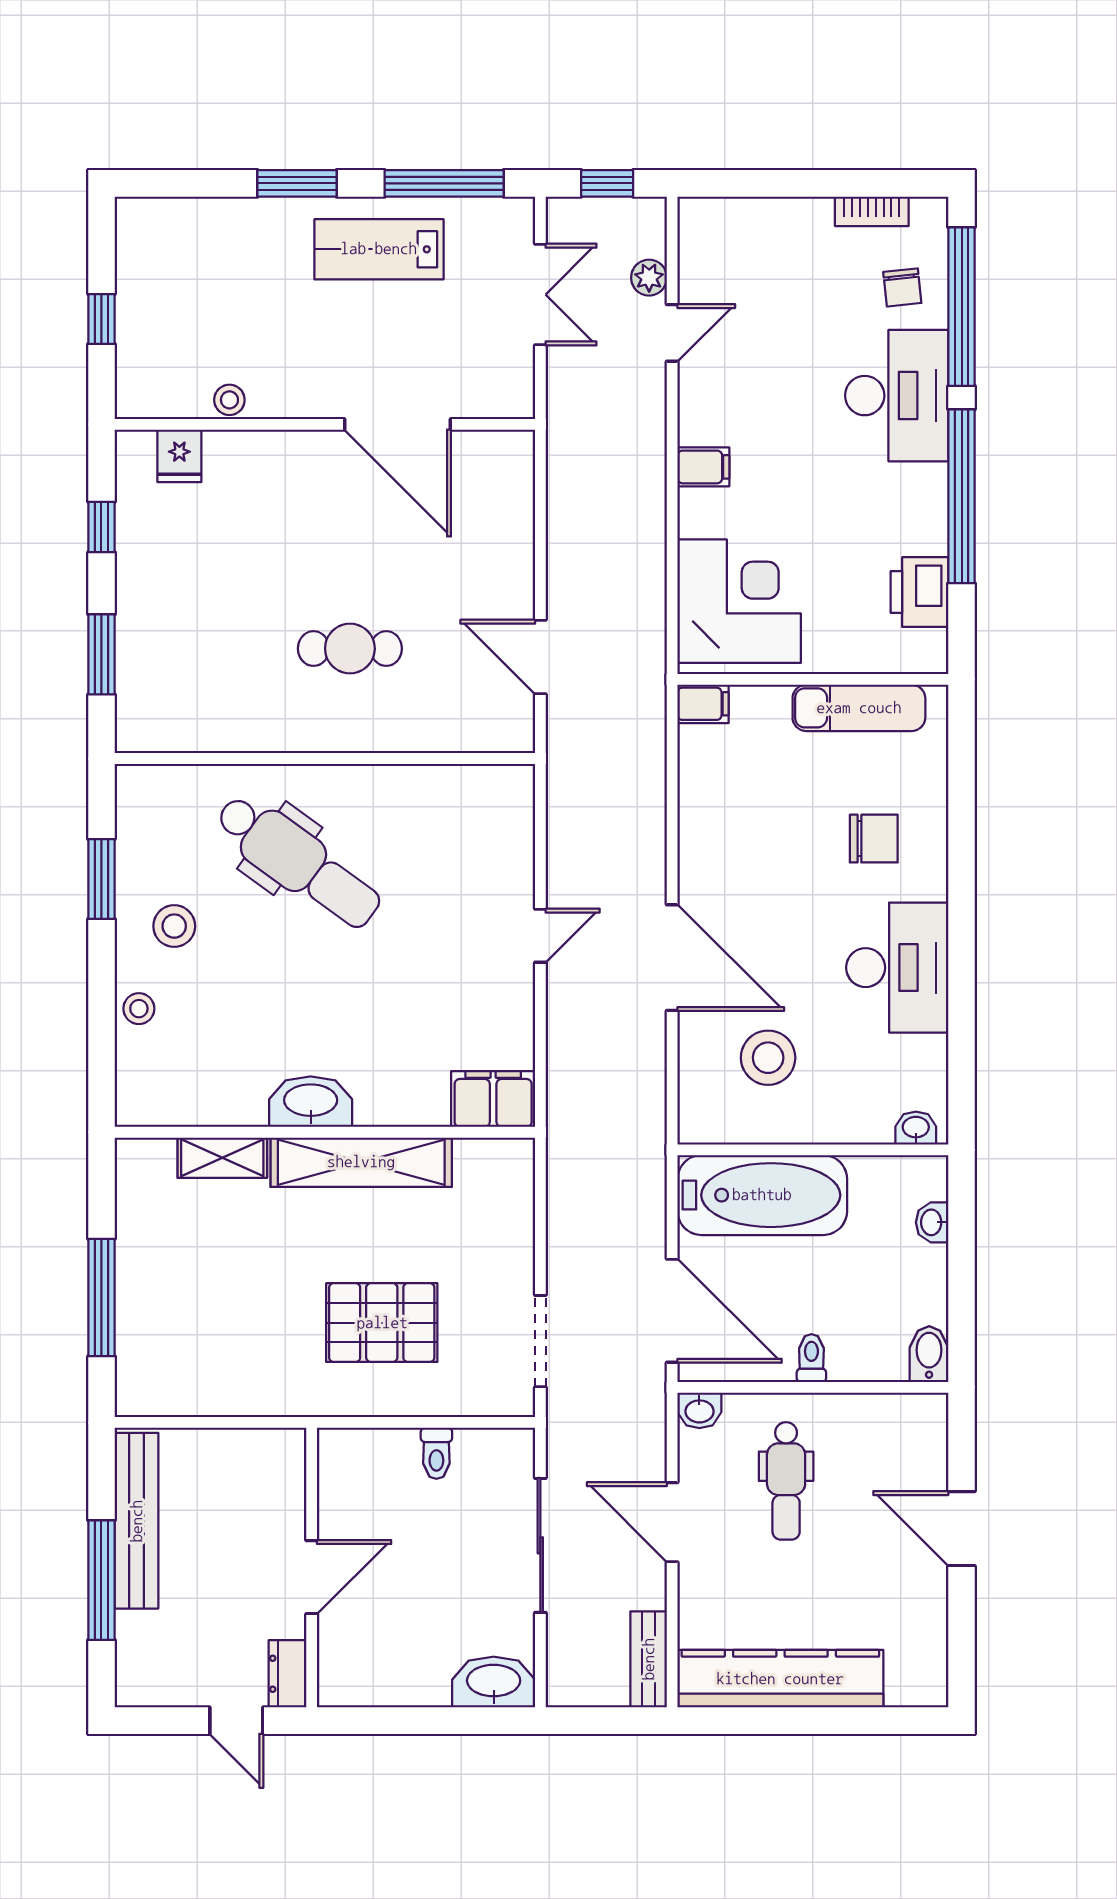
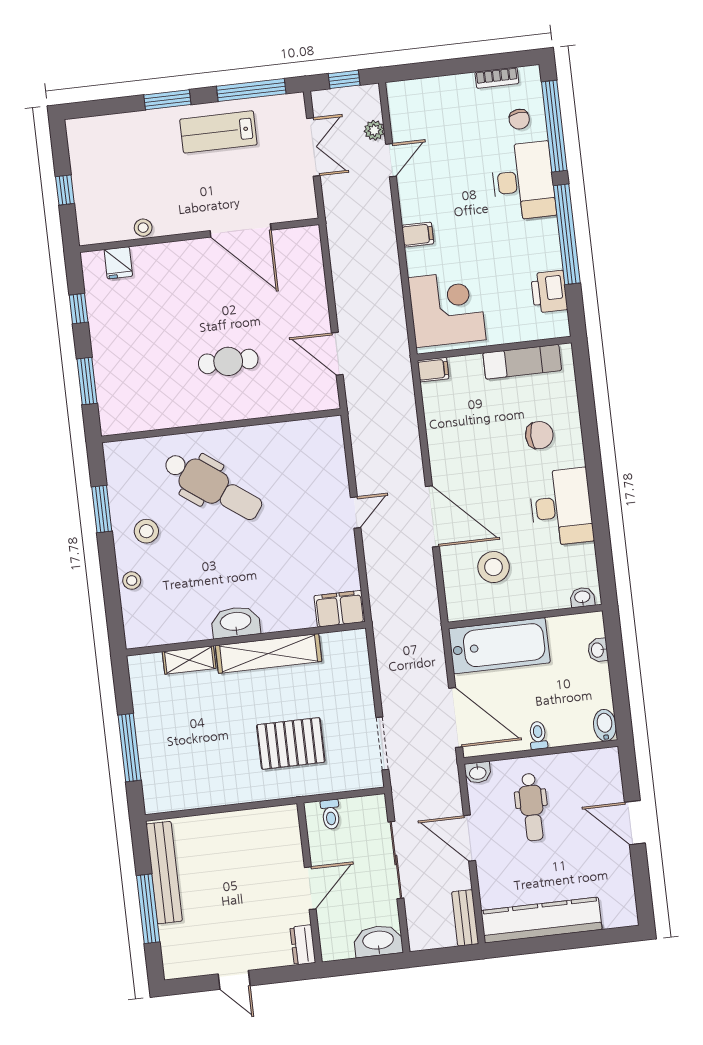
wall: (312, 1568) -> (310, 883), moved
door: (312, 1577) -> (310, 888), moved
dresser: (287, 1674) -> (303, 945), moved

